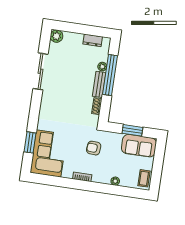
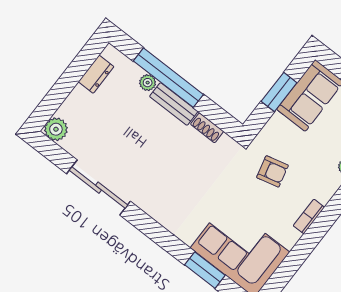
armchair: (94, 148) -> (272, 171), turned -108

